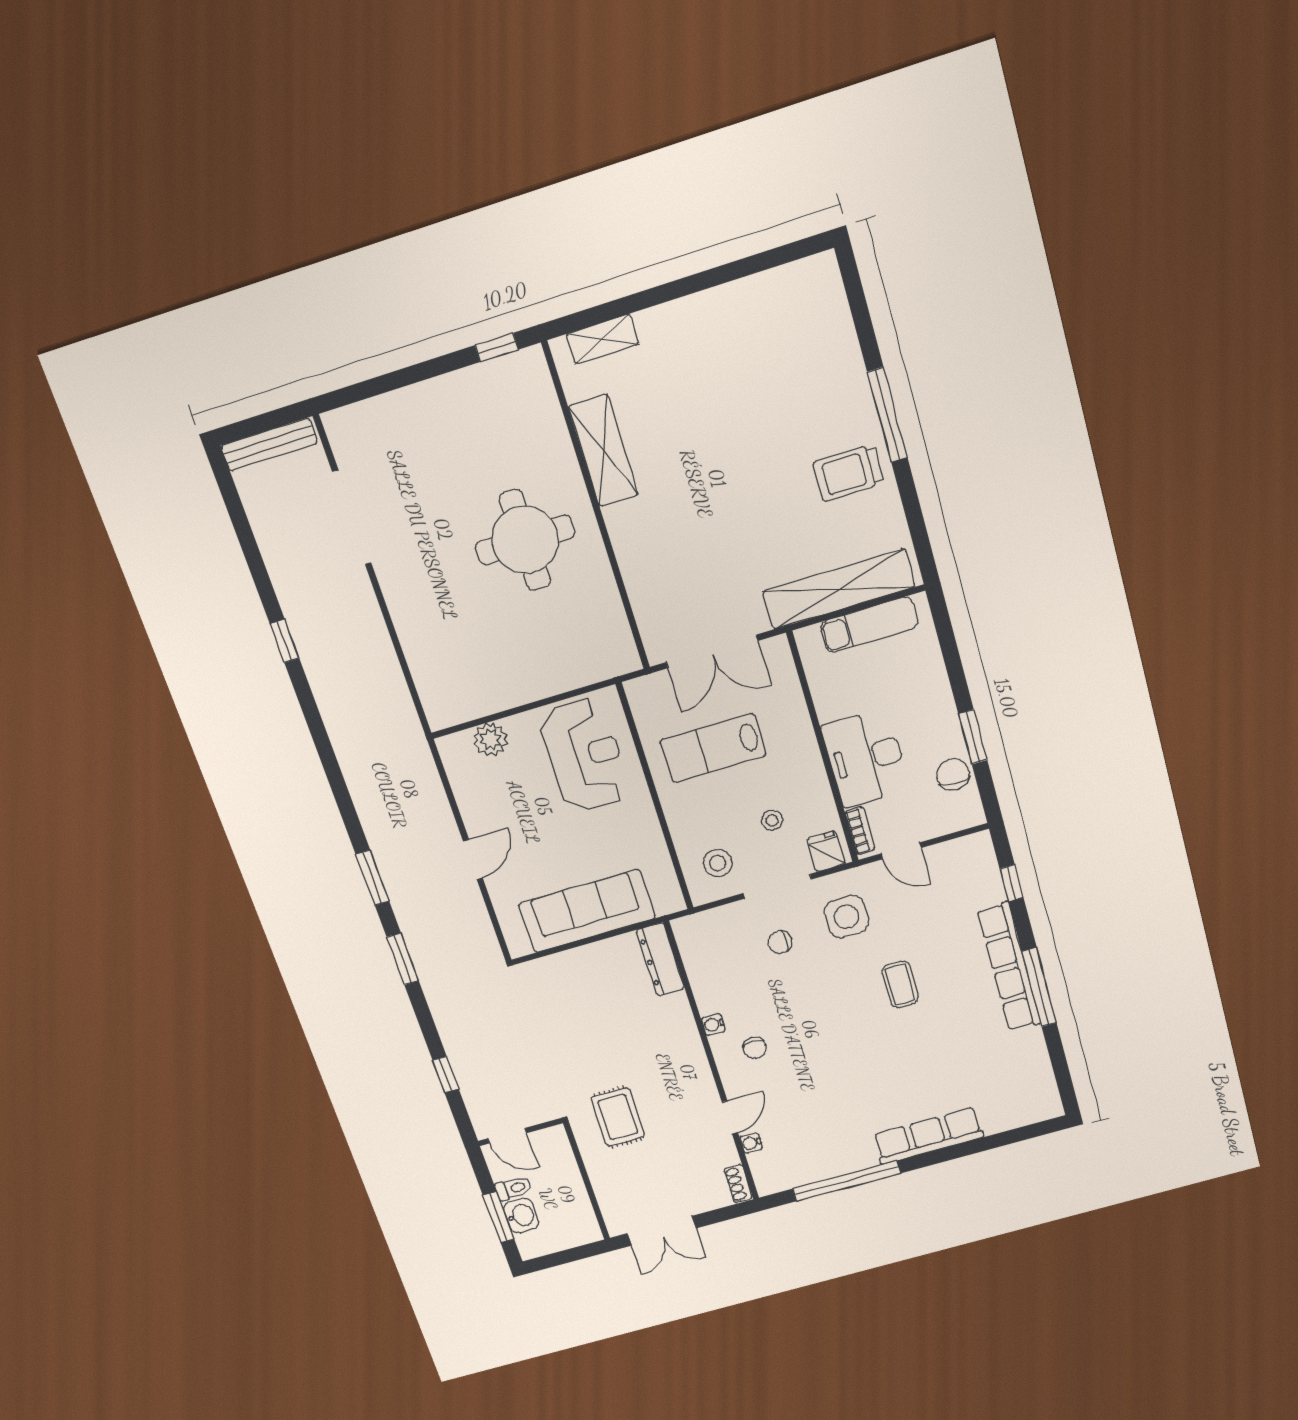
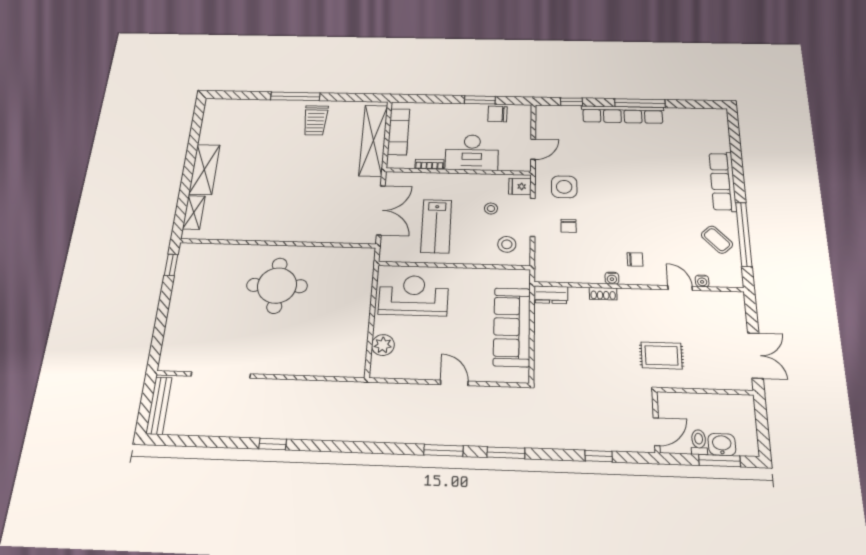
shelving: (603, 451) -> (204, 169), moved, turned 90
bookcase: (860, 831) -> (429, 164), moved
dresser: (660, 959) -> (551, 295), width x0.70
coffee table: (900, 984) -> (717, 240), moved, turned 47
shoe rack: (738, 1183) -> (603, 294), moved

